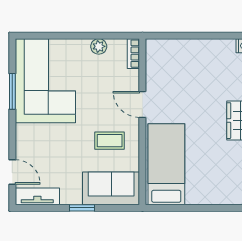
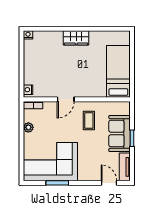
nightstand: (158, 46) -> (28, 90), added
bed: (166, 164) -> (118, 71), moved, turned 90
door: (12, 172) -> (109, 183), hinge flipped
sofa: (111, 188) -> (120, 133), moved

